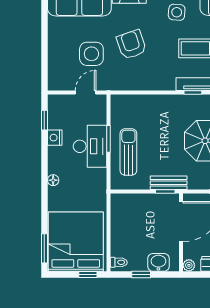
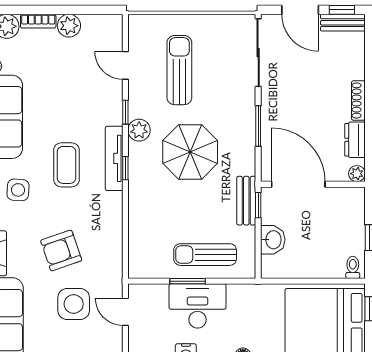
washbasin: (158, 262) -> (273, 240), moved, turned 180

